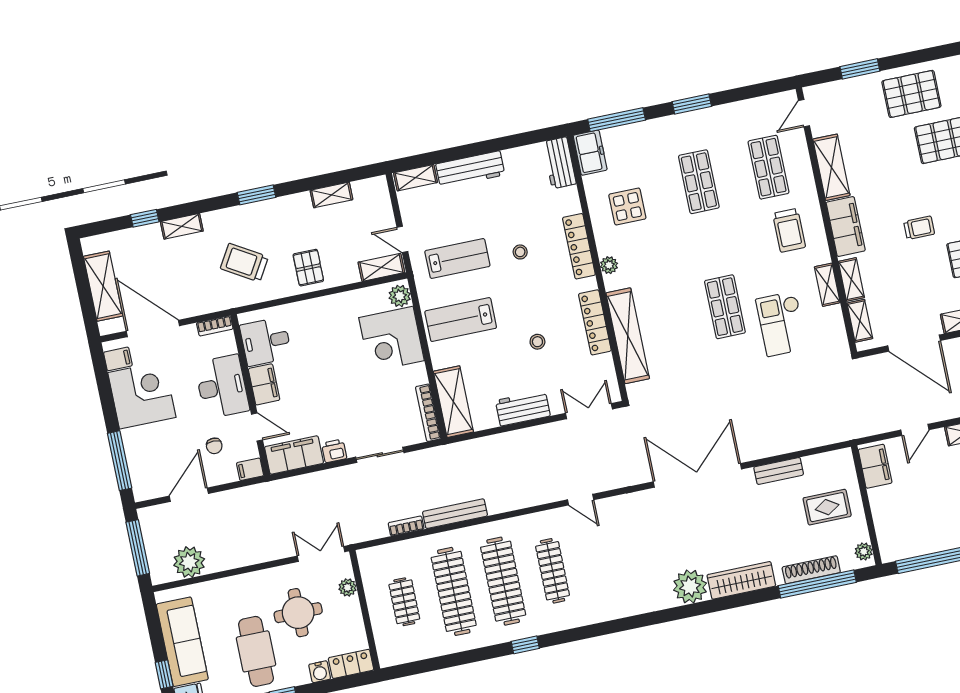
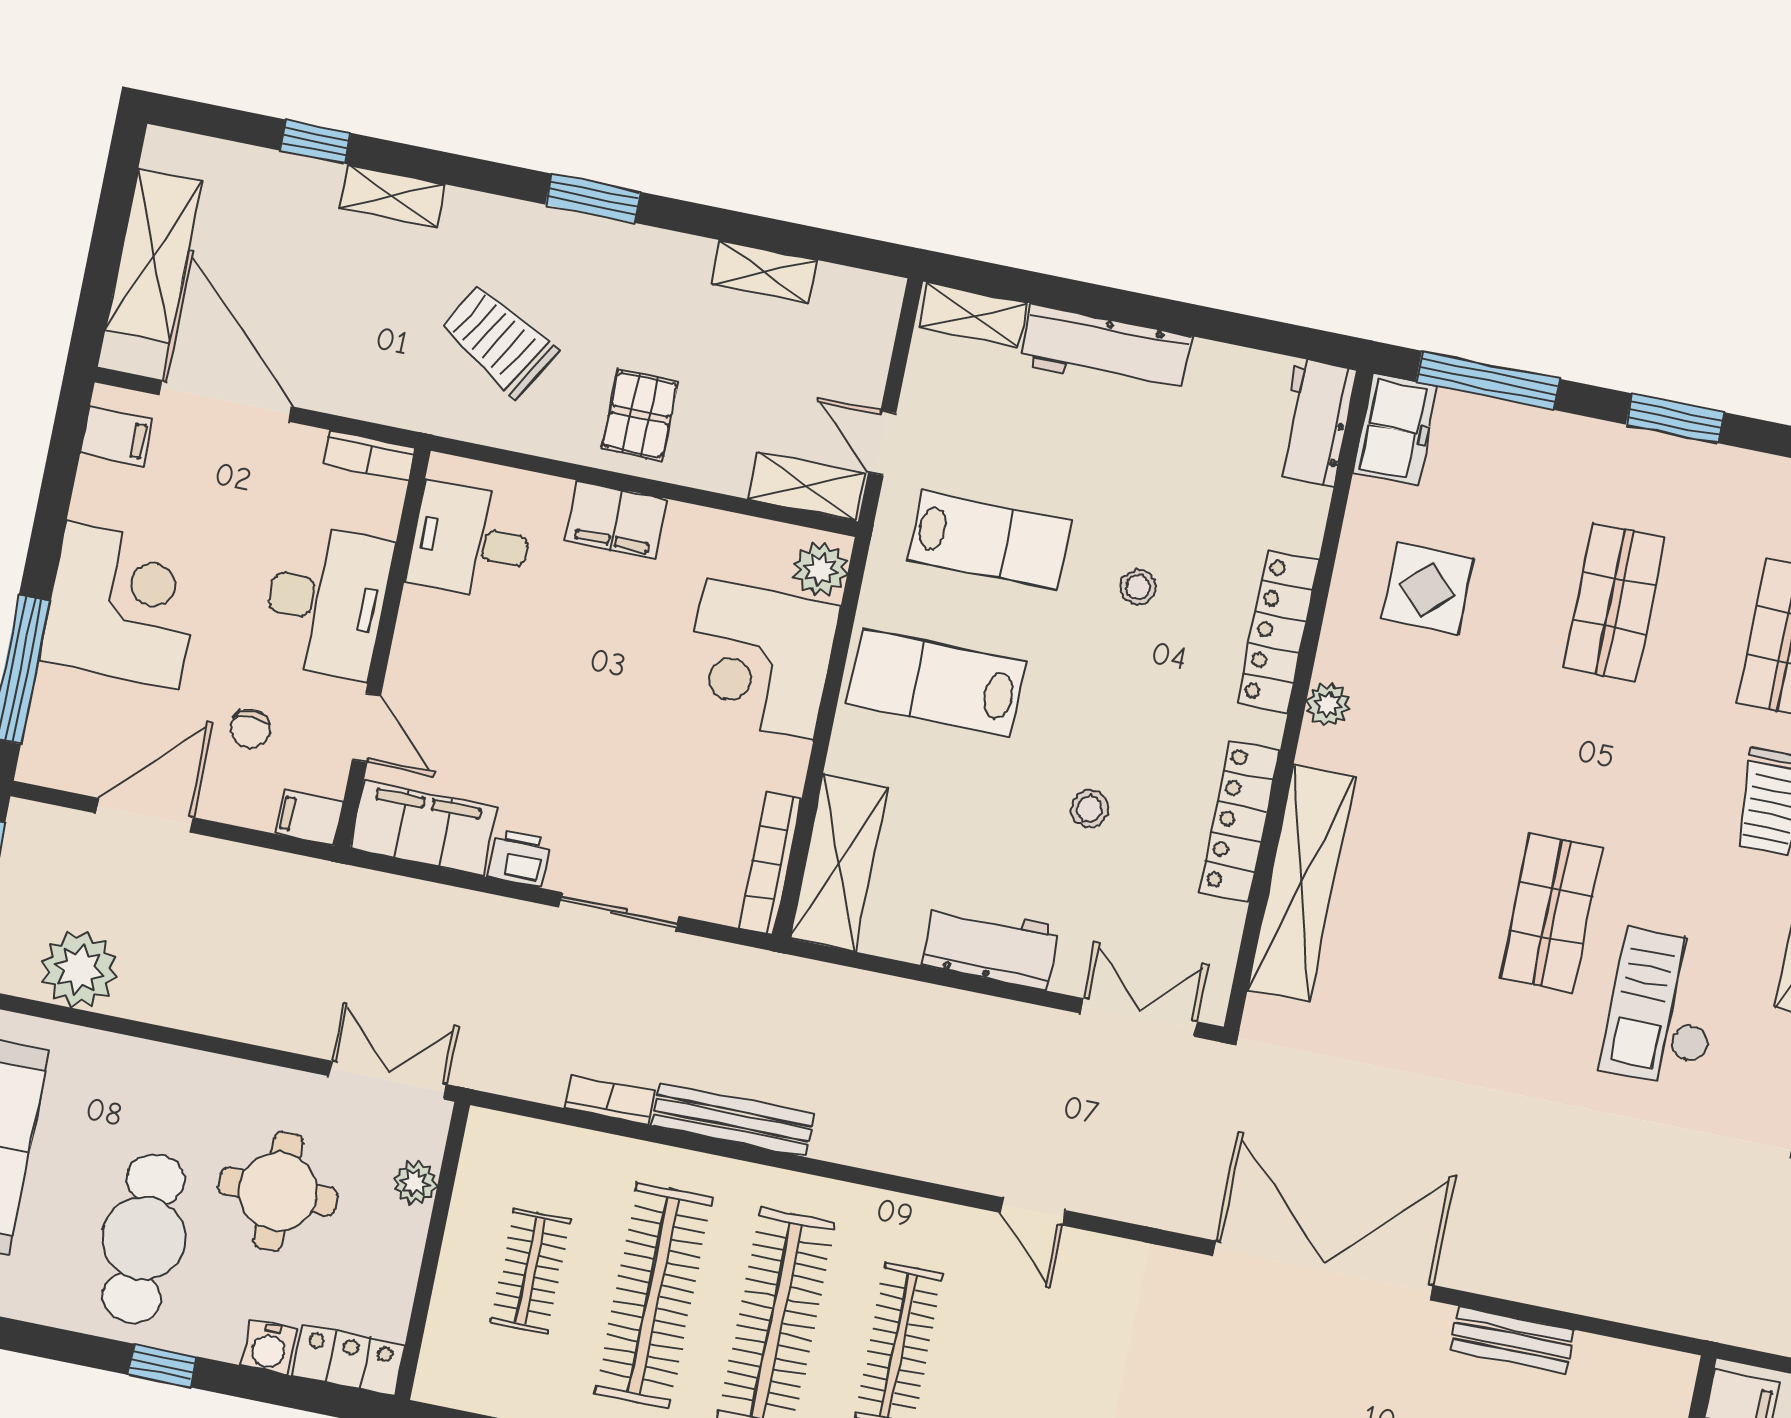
filing cabinet: (264, 384) -> (616, 520), moved, turned 90
corner desk: (142, 395) -> (122, 605), moved

